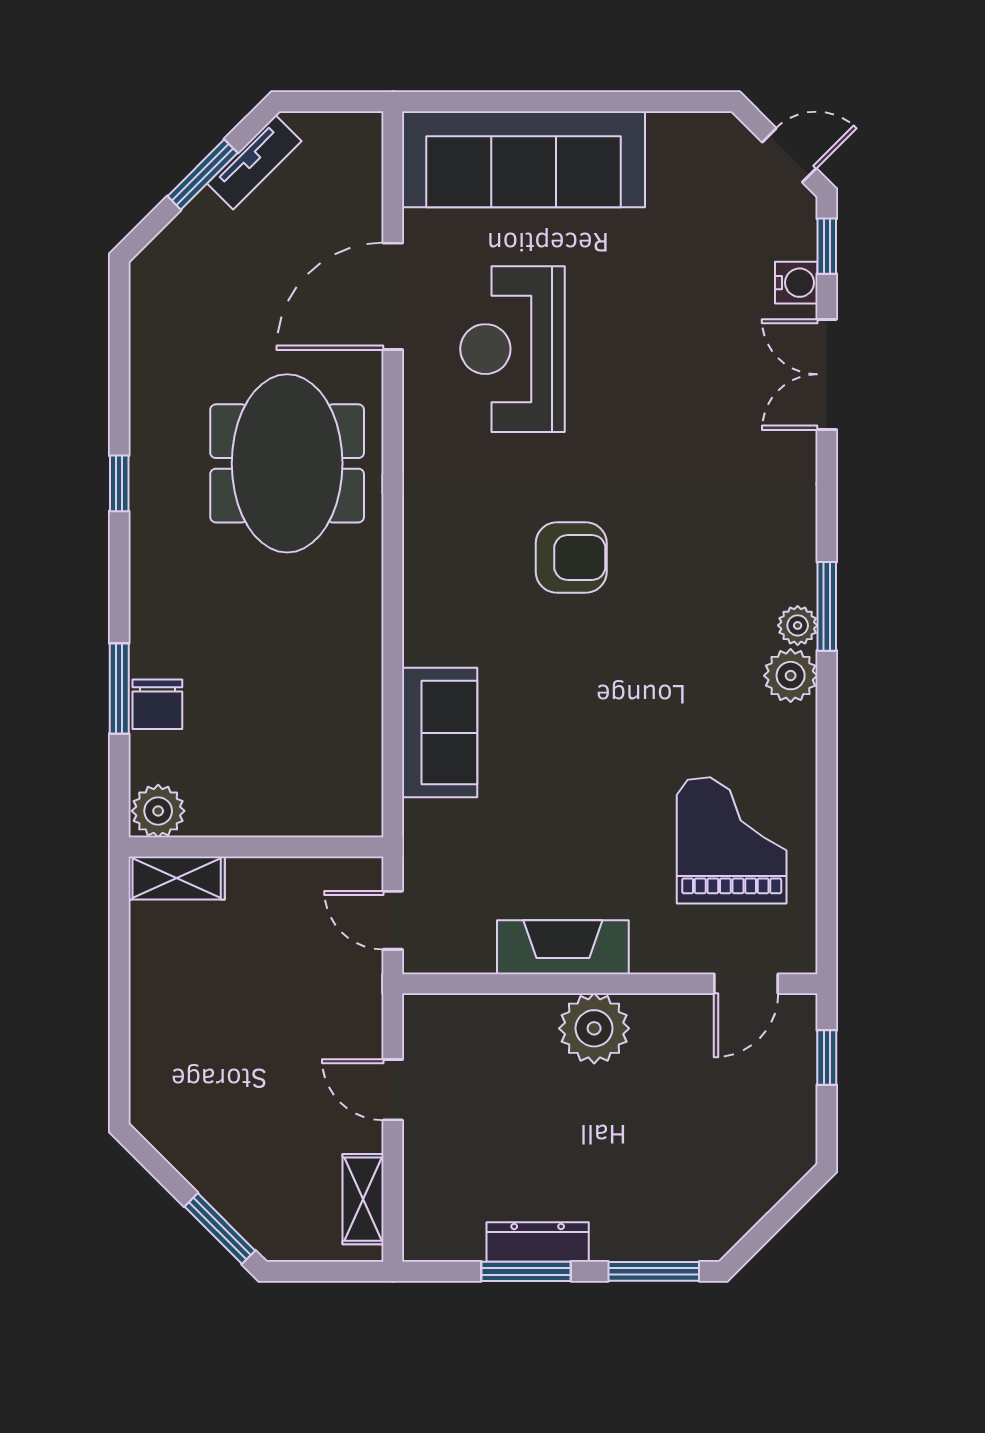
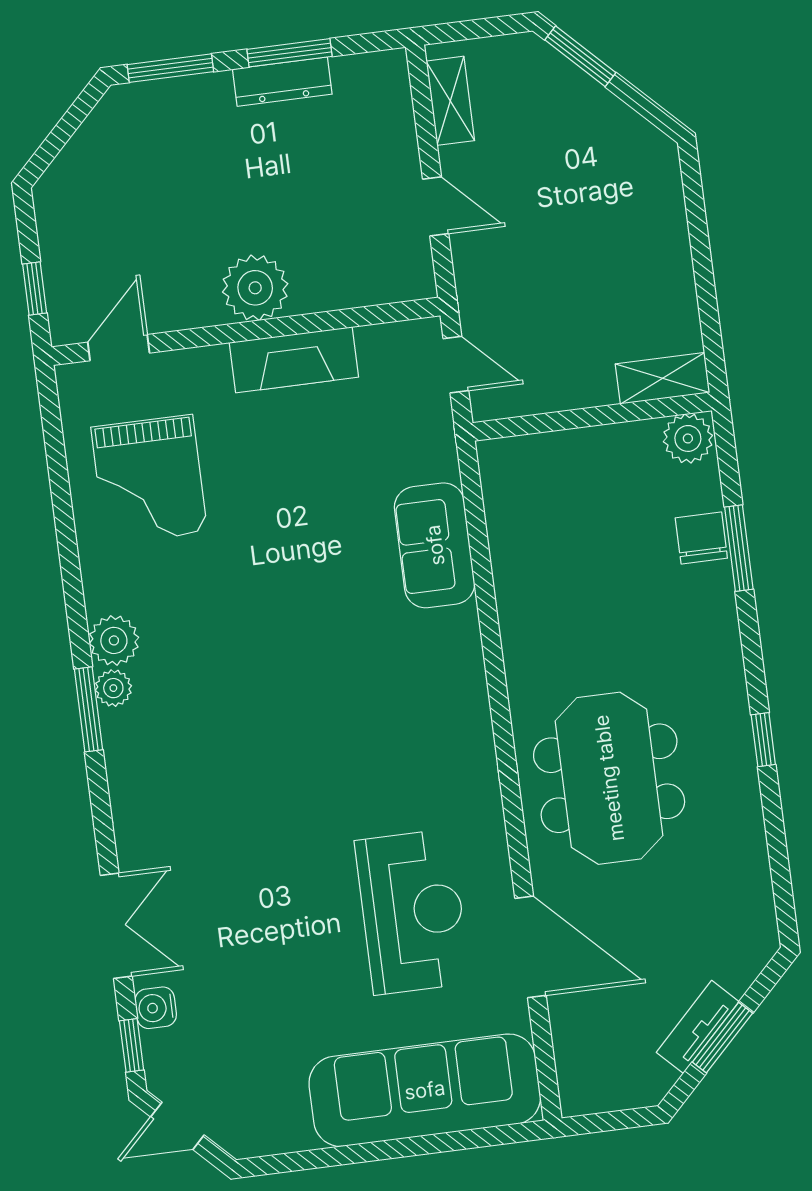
tv unit: (254, 162) -> (698, 1027), moved
door: (393, 296) -> (530, 947), hinge flipped
armchair: (571, 558) -> (333, 724), removed

